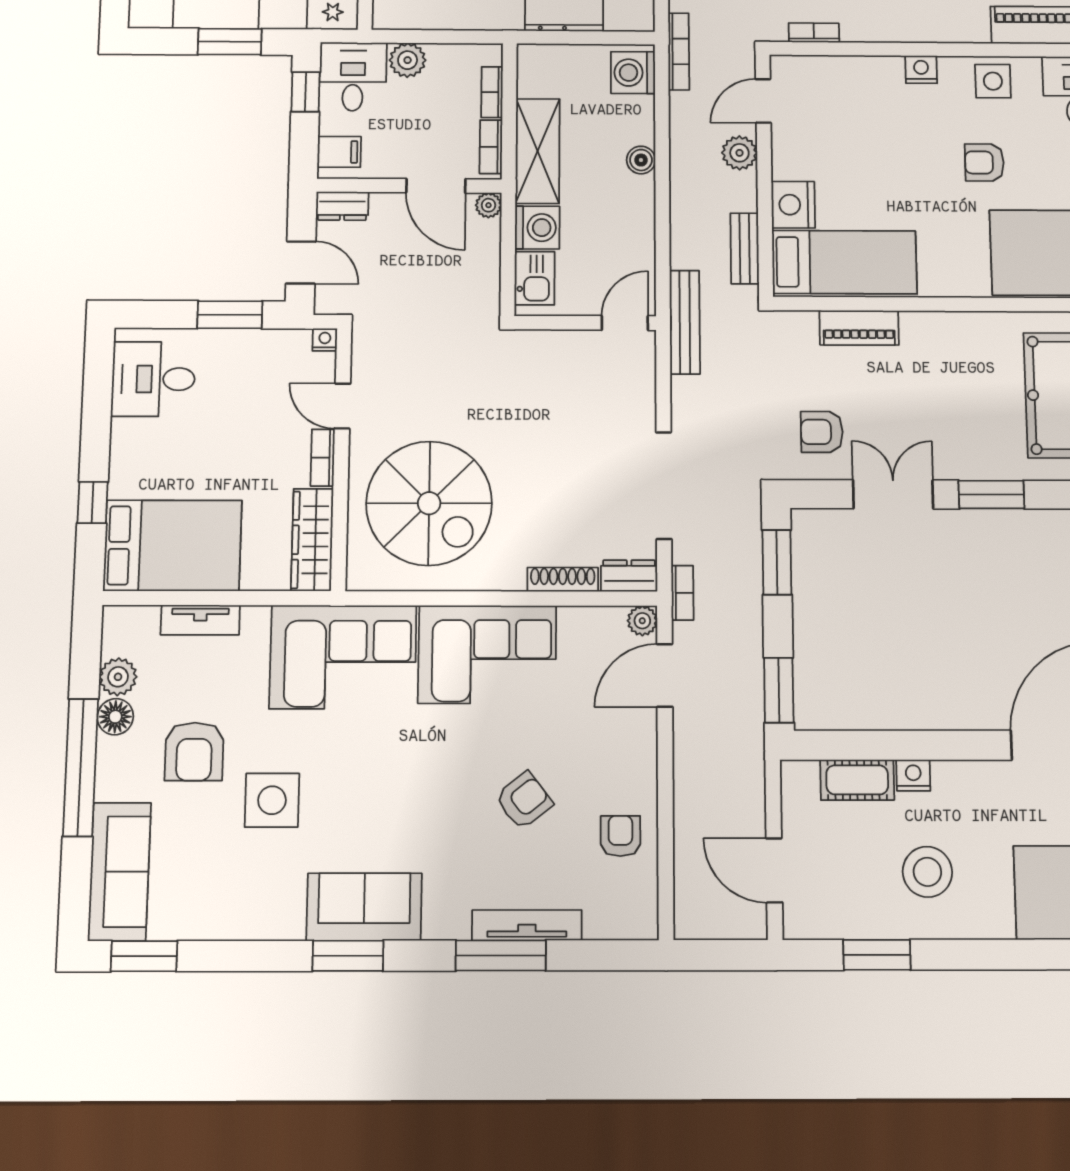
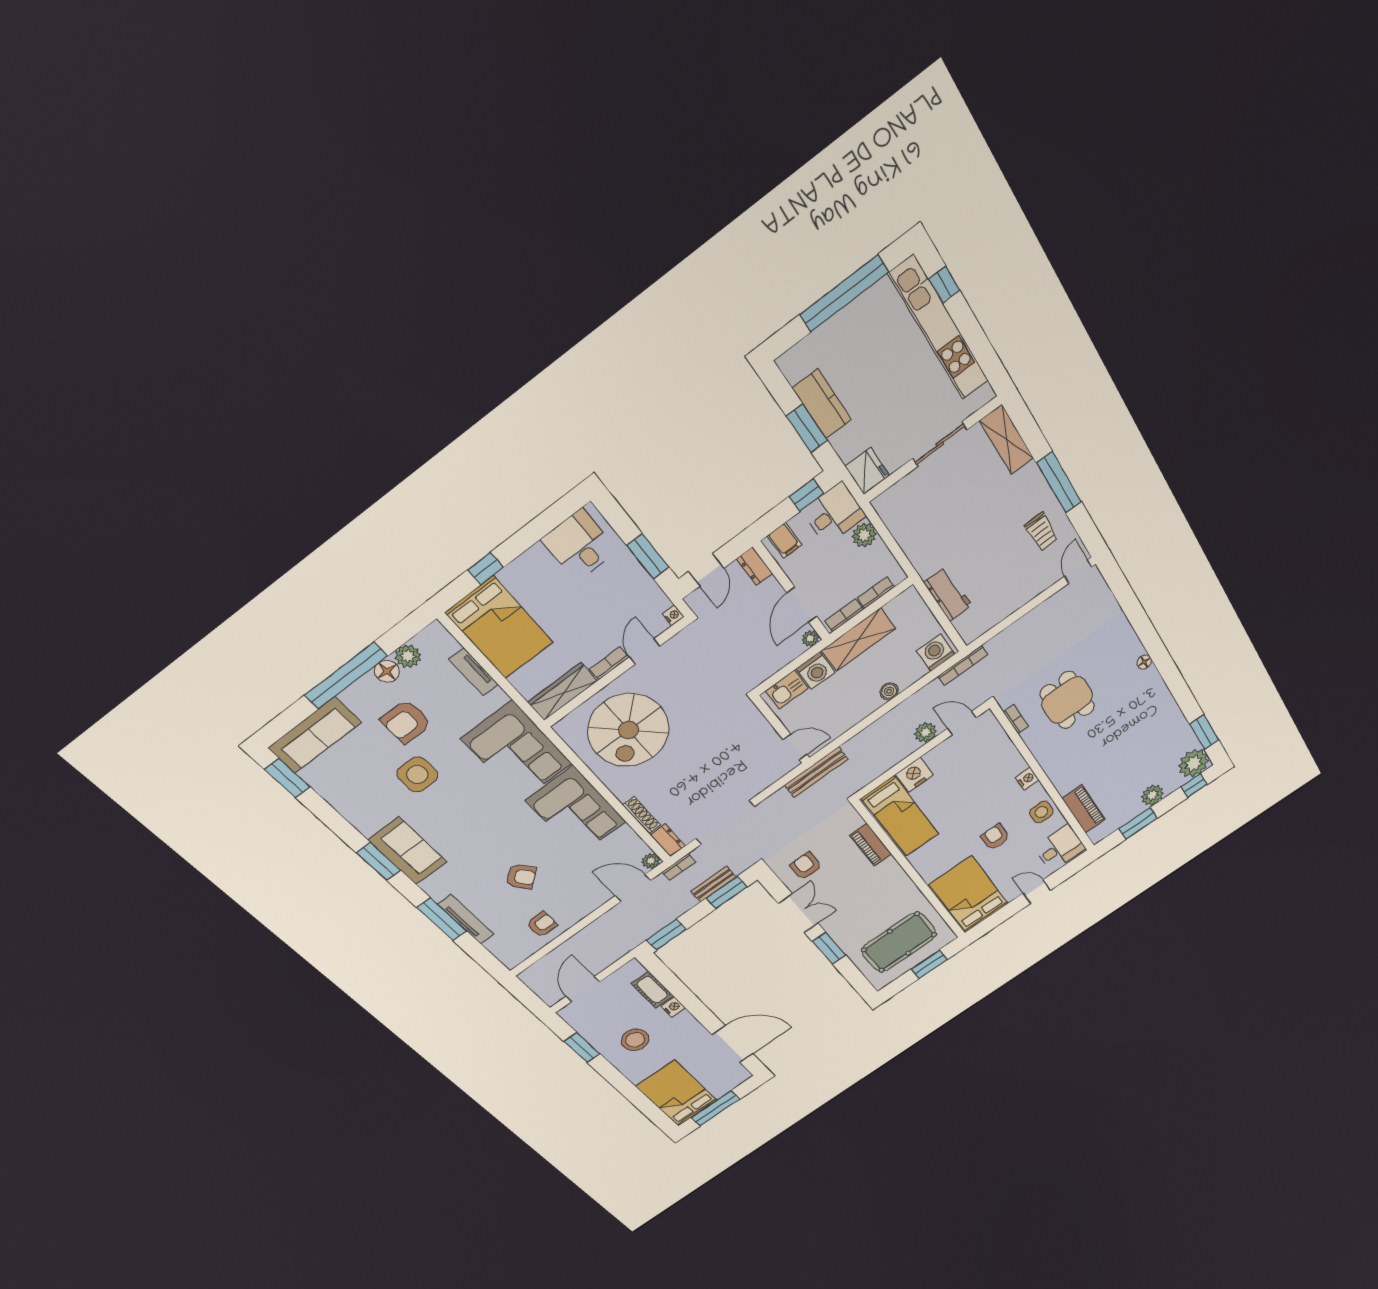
bench: (745, 248) -> (714, 884), moved

